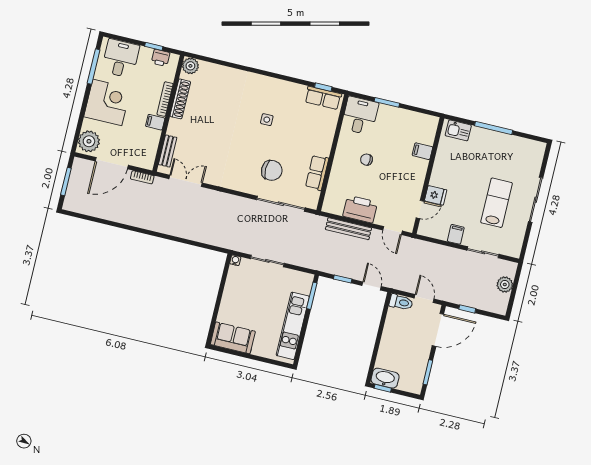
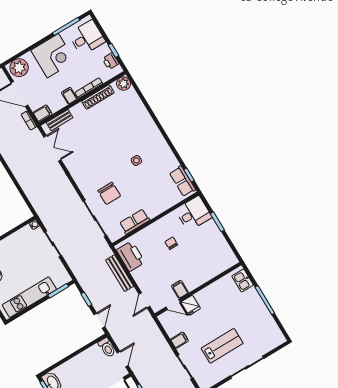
filing cabinet: (422, 151) -> (180, 289), moved
filing cabinet: (148, 160) -> (43, 113), added
printer: (360, 209) -> (131, 256), moved

